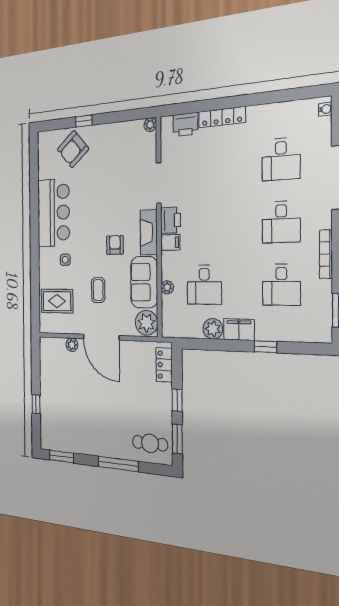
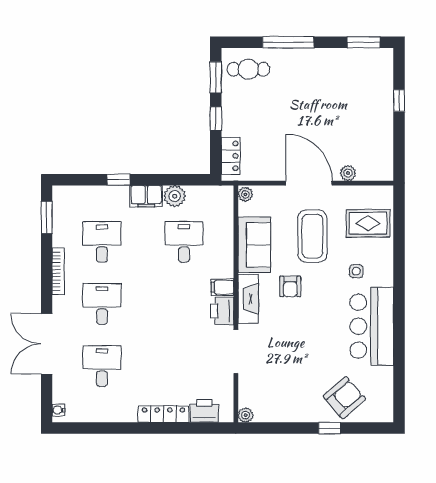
plant: (167, 287) -> (227, 239), removed
coffee table: (98, 290) -> (312, 236), width x1.86, depth x1.72
plant: (146, 323) -> (245, 194), width x0.53, depth x0.53

